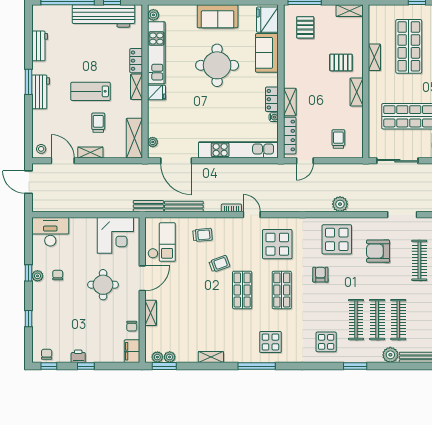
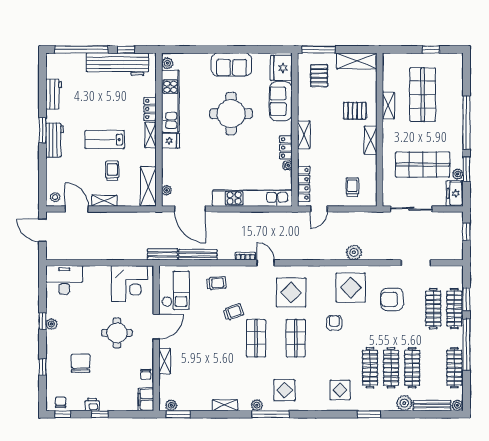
shelving: (350, 11) -> (357, 61), width x1.50, depth x1.33
shelving: (290, 102) -> (304, 135), moved
chair: (58, 275) -> (81, 363), moved, width x1.87, depth x1.87
plant: (170, 357) -> (257, 405), moved

